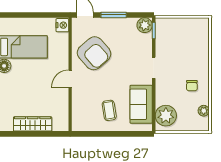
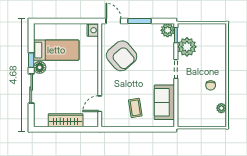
door: (70, 79) -> (100, 104), moved
plant: (166, 116) -> (187, 47), moved

